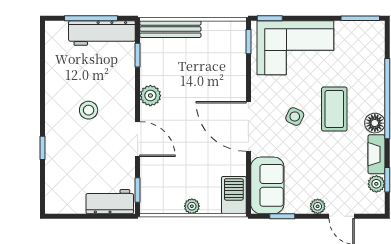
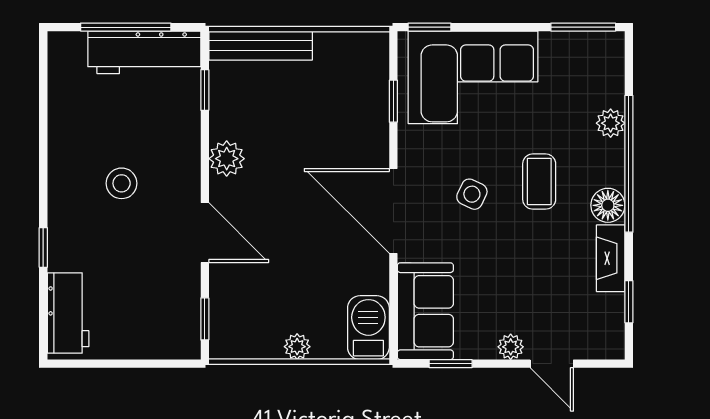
window: (248, 42) -> (393, 101), moved
coffee table: (334, 109) -> (539, 182), width x0.73, depth x0.77
plant: (376, 184) -> (611, 123), moved
workbench: (110, 202) -> (68, 313), moved, turned 90

